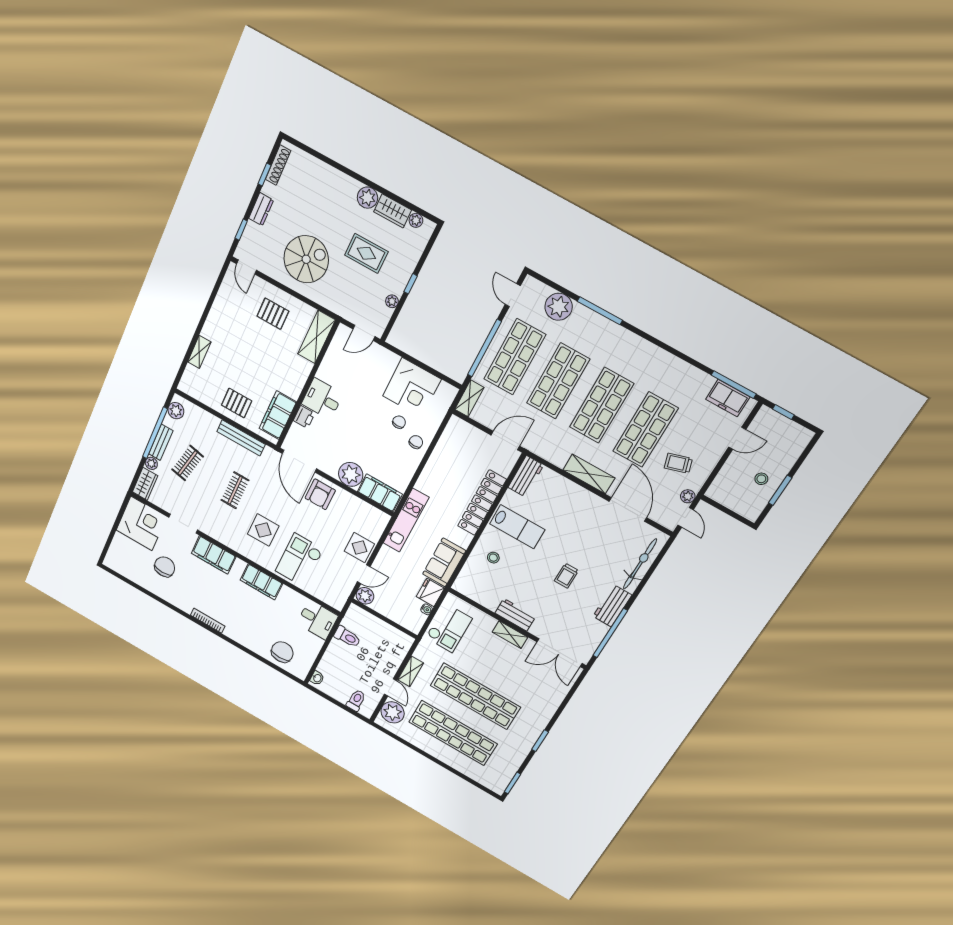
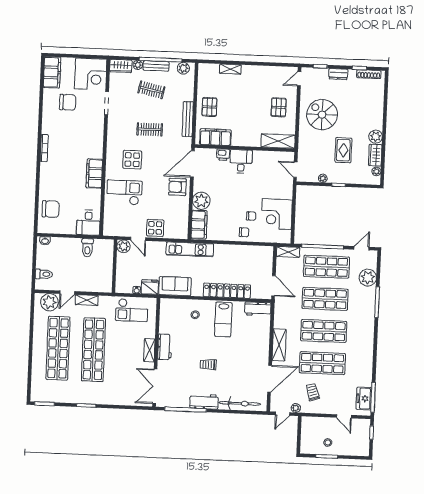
spiral stairs: (306, 259) -> (322, 115), turned 180
filing cabinet: (214, 555) -> (52, 72), moved, turned 180

